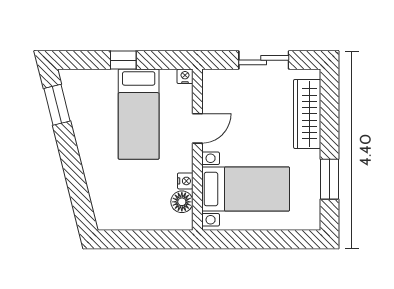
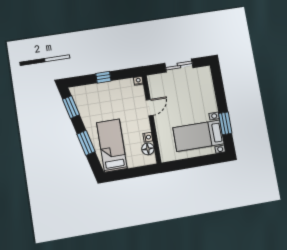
bed: (139, 114) -> (112, 145), moved, turned 180
wardrobe: (307, 114) -> (207, 90), removed
window: (74, 173) -> (86, 143), added
bed with nightstands: (246, 189) -> (198, 136), moved, turned 180

